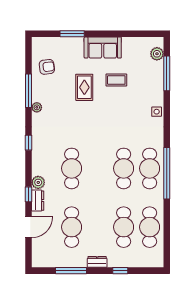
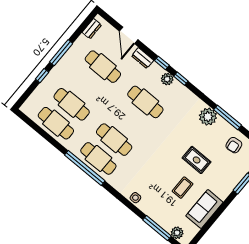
sofa: (103, 48) -> (204, 209), moved
plant: (37, 107) -> (208, 117), width x1.88, depth x1.88
window: (29, 143) -> (181, 79), moved
plant: (38, 182) -> (167, 79), moved
window: (29, 194) -> (162, 63), moved
dresser: (97, 262) -> (92, 29), moved
window: (71, 271) -> (61, 53), moved

